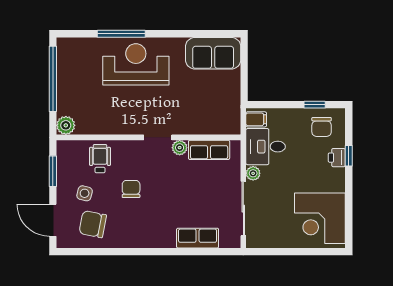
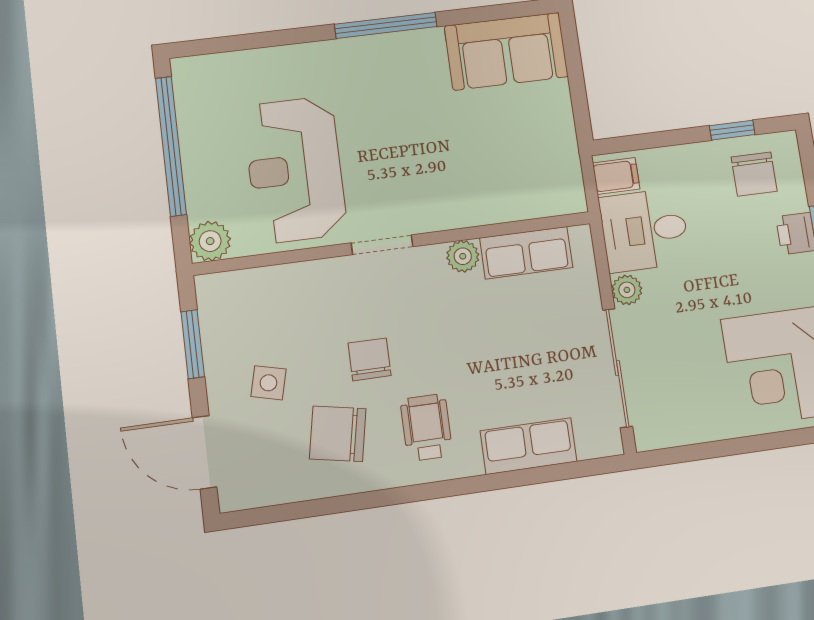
window: (121, 34) -> (386, 25), moved
reception desk: (136, 64) -> (295, 170), moved, turned -90
doorway: (158, 137) -> (382, 245), moved
wheelchair: (100, 159) -> (426, 427), moved
chair: (93, 224) -> (338, 434), moved

